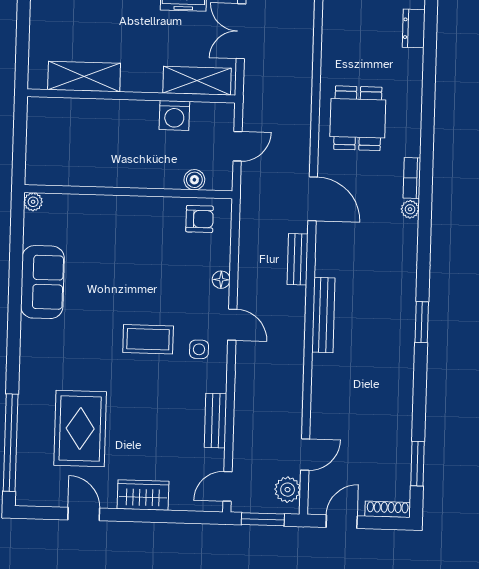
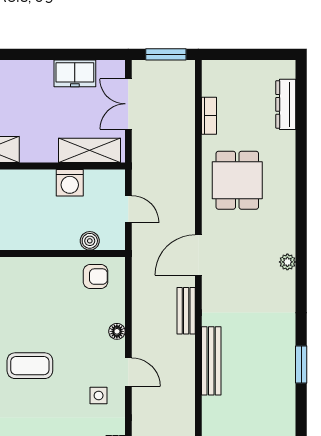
dresser: (414, 28) -> (286, 104), width x1.44
door: (238, 146) -> (128, 209), hinge flipped
bookcase: (412, 178) -> (209, 116), moved, turned 180
door: (313, 199) -> (198, 255), swing flipped
coffee table: (148, 339) -> (30, 366), moved

